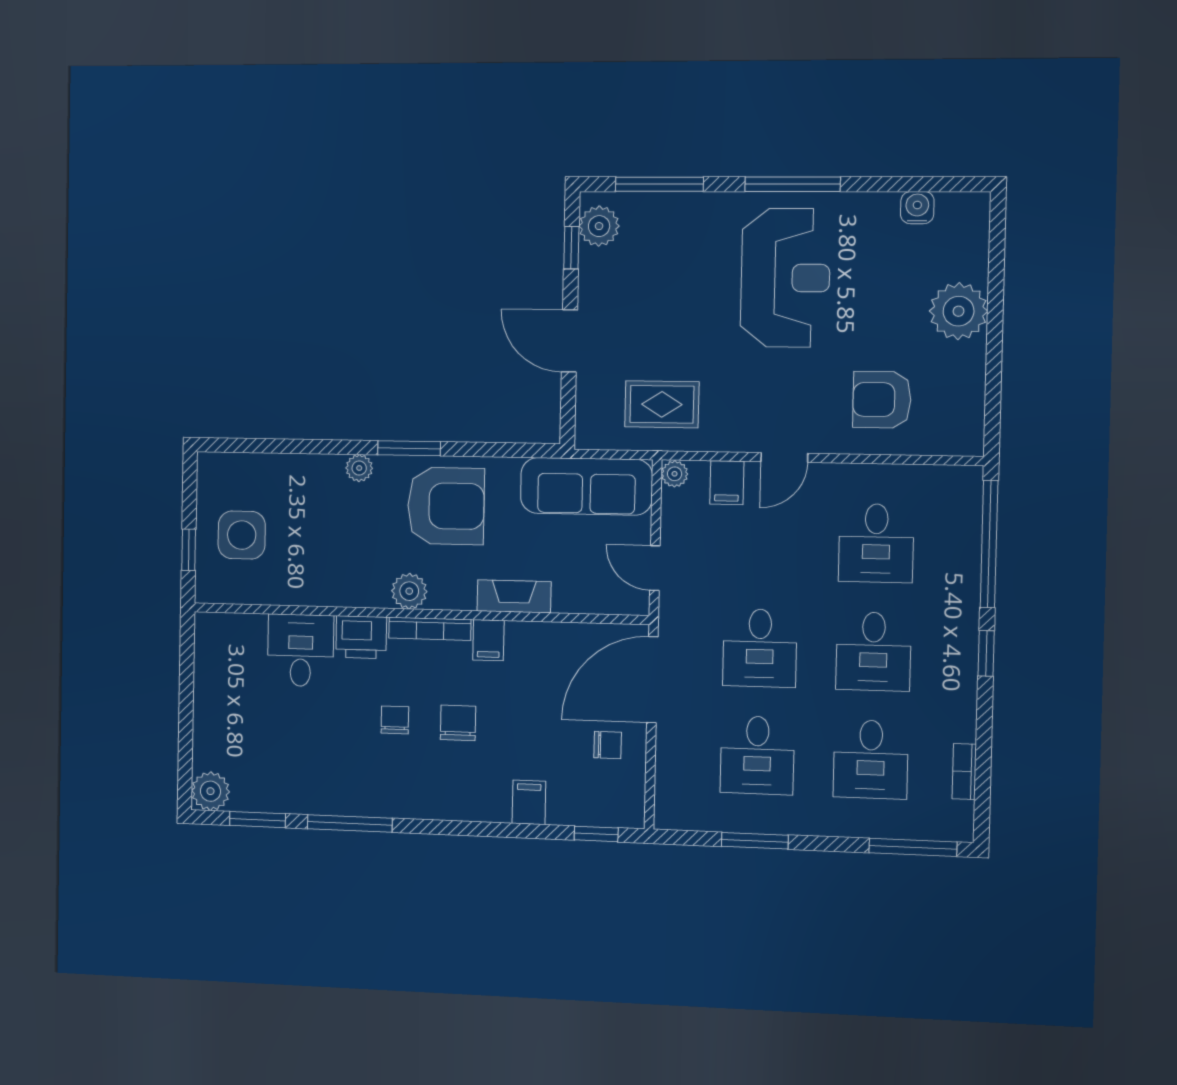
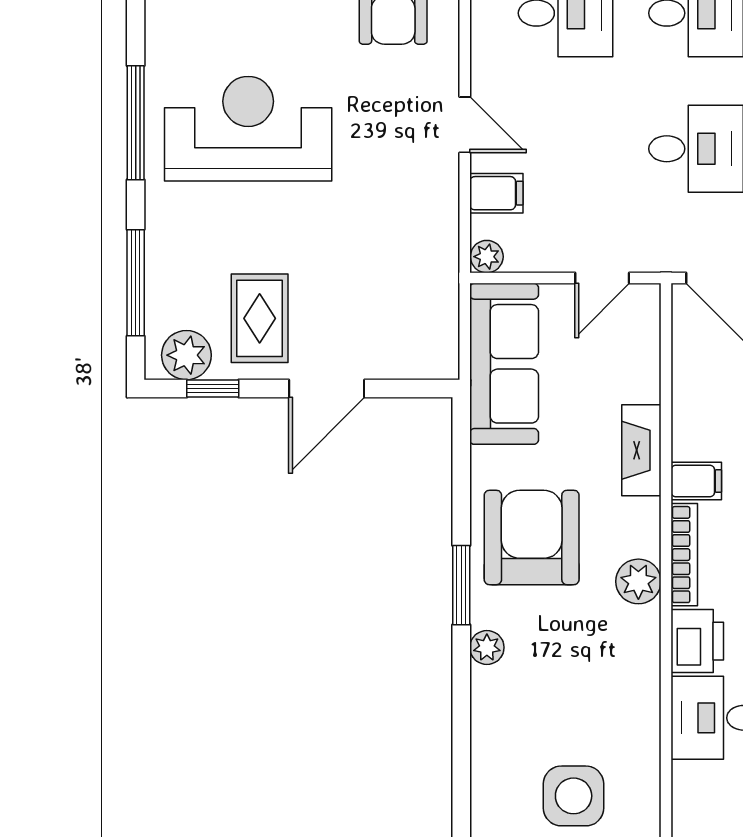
rug: (662, 404) -> (260, 318), moved

